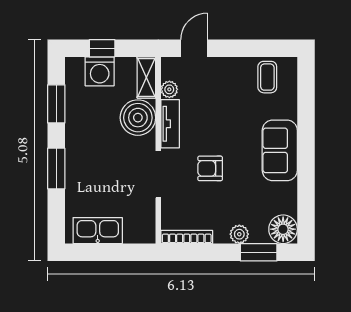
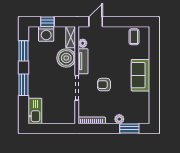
floor lamp: (283, 229) -> (142, 116), removed
kitchen sink: (98, 231) -> (35, 111), moved, turned 90

